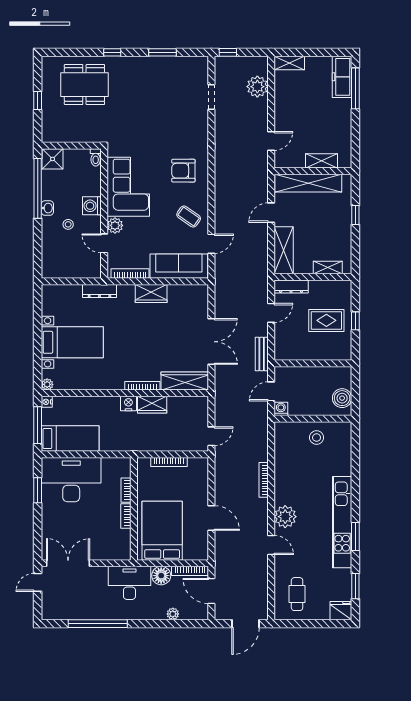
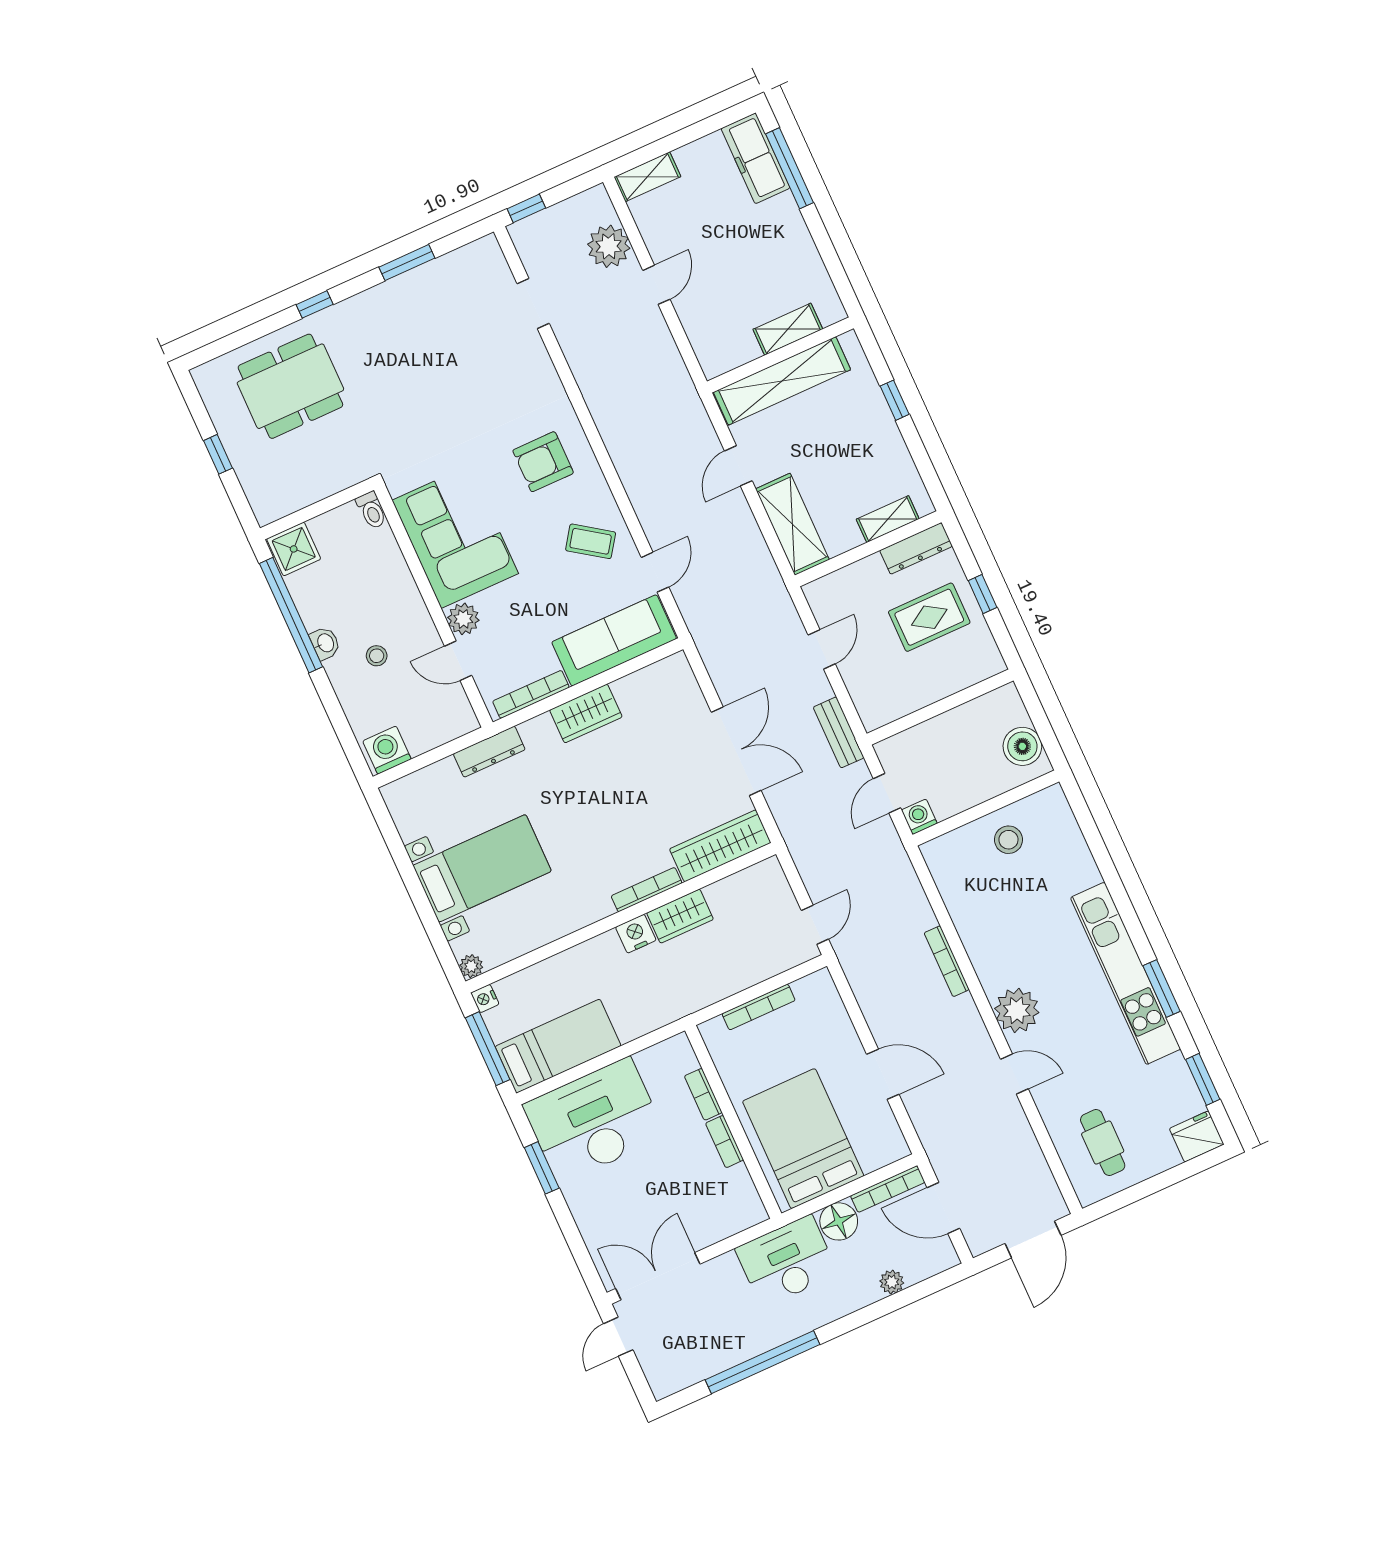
door: (271, 141) -> (656, 285), moved
washing machine: (92, 206) -> (387, 750), moved, turned 90
dresser: (291, 287) -> (916, 548), moved

